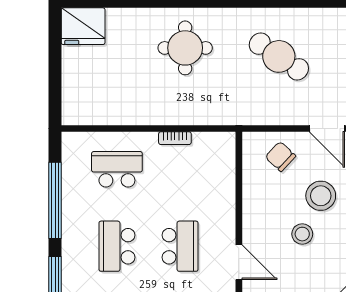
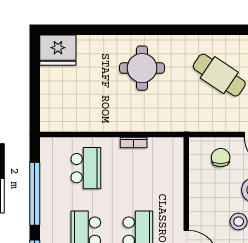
chair: (280, 157) -> (221, 158), turned 47
school desk: (117, 169) -> (86, 168), turned 90

